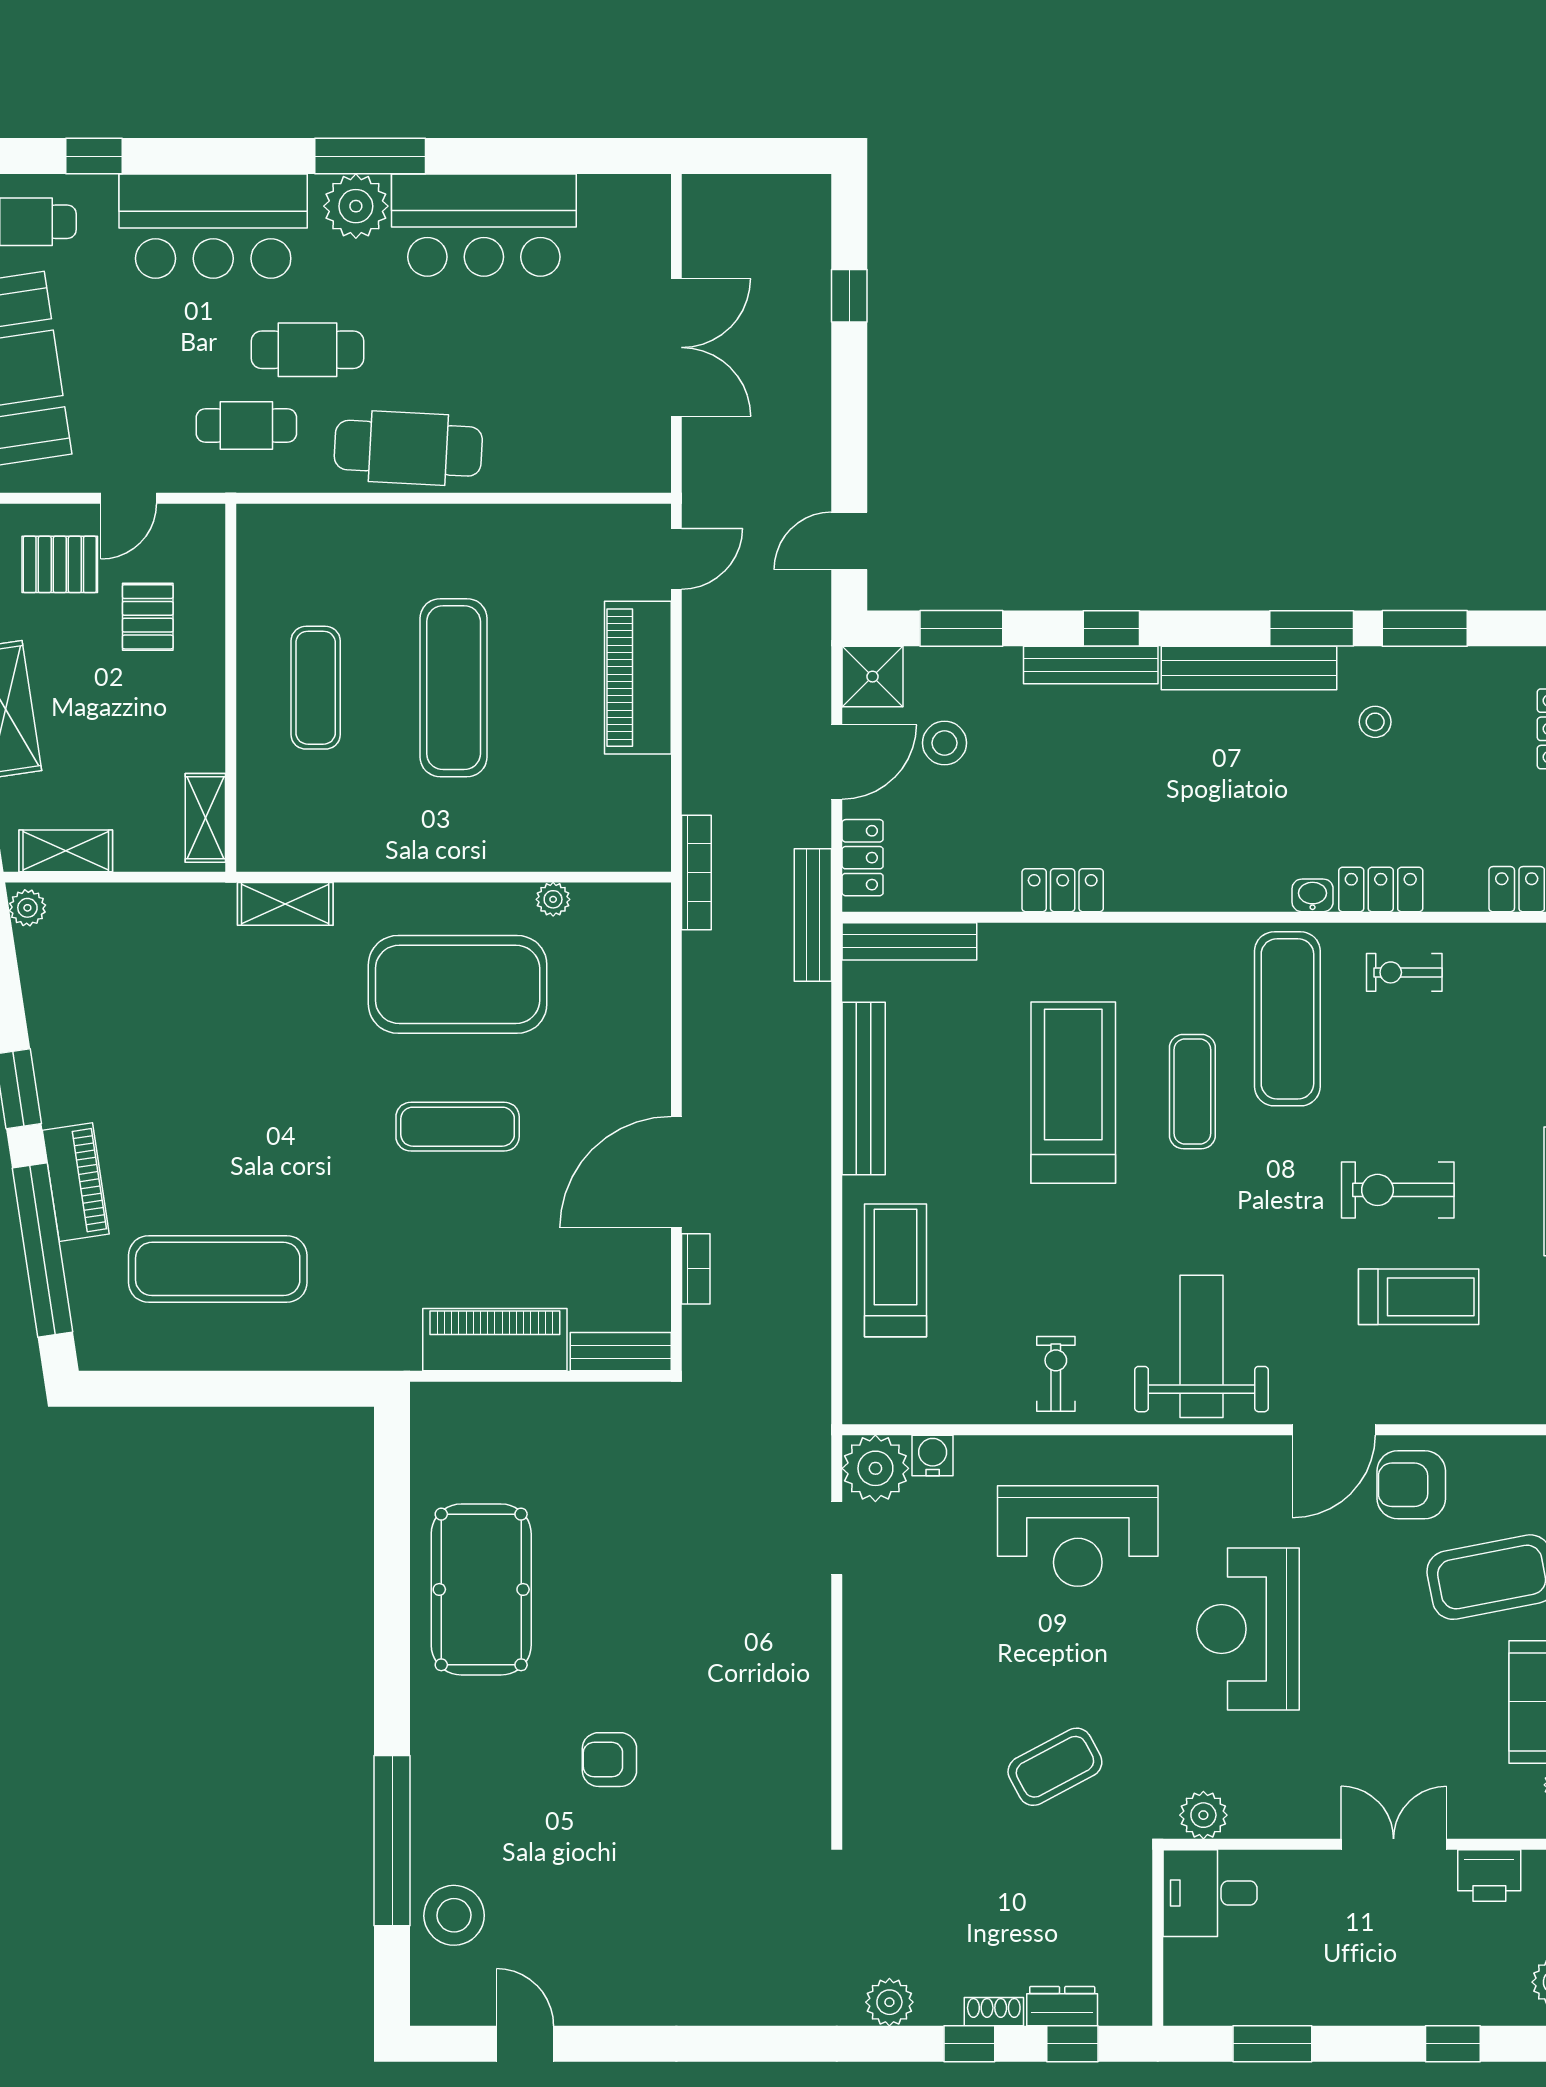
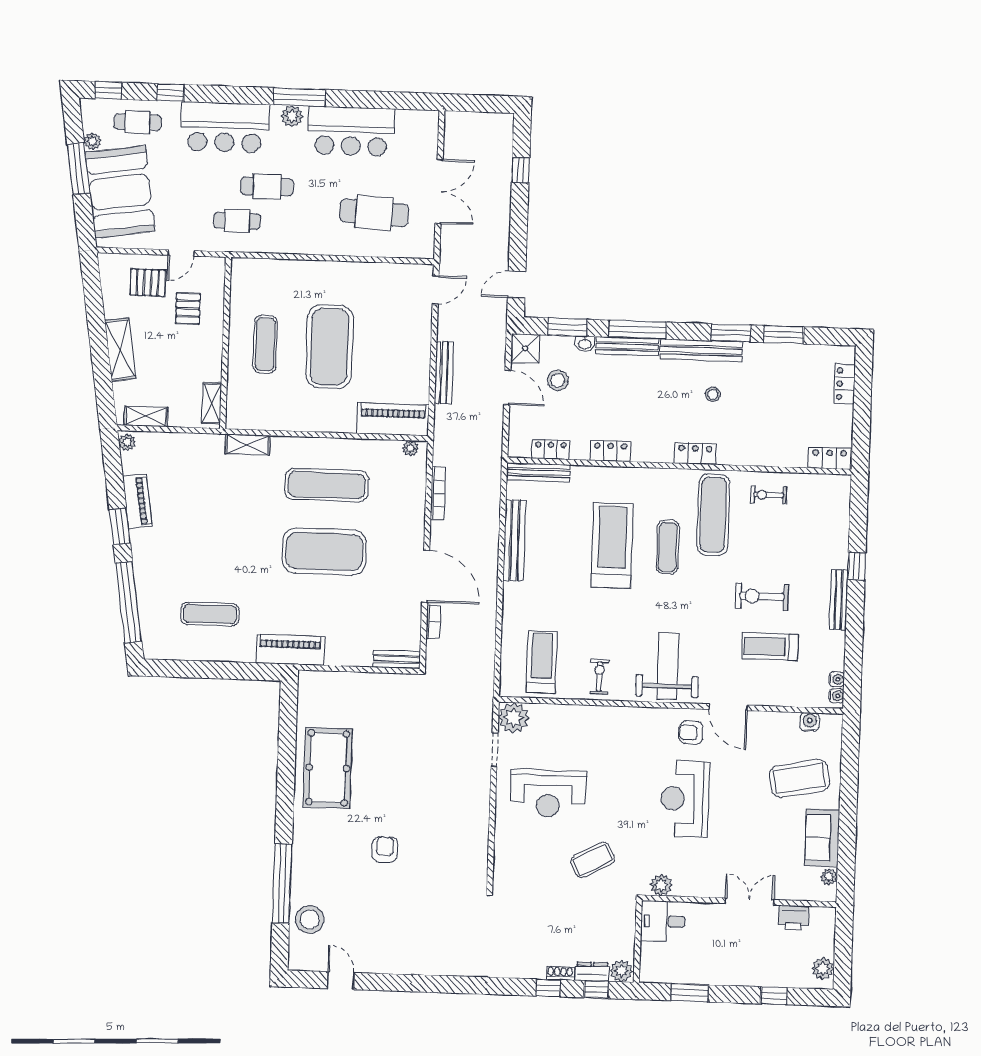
plant: (356, 206) -> (292, 116), width x0.73, depth x0.73
cafe table: (408, 448) -> (374, 213), moved
window: (1111, 628) -> (637, 330), width x2.17
piano: (638, 678) -> (393, 419), moved, turned 90
exercise mat: (454, 688) -> (330, 347), width x1.47
stool: (1375, 722) -> (713, 394), moved
door: (837, 762) -> (507, 387), hinge flipped
locker: (863, 858) -> (551, 450), moved, turned -90
bookcase: (696, 872) -> (438, 494), moved
locker: (1381, 890) -> (695, 454), moved
washbasin: (1313, 895) -> (585, 344), moved, turned 180
plant: (553, 899) -> (410, 448), moved
bench: (813, 915) -> (444, 373), moved
exercise mat: (458, 984) -> (327, 485), width x0.68
exercise mat: (458, 1127) -> (324, 552), width x2.00, depth x1.45
door: (676, 1172) -> (426, 576), swing flipped
piano: (76, 1182) -> (137, 501), moved
exercise mat: (218, 1269) -> (210, 614), width x0.73, depth x0.69
treadmill: (895, 1270) -> (542, 662), moved
treadmill: (1419, 1297) -> (770, 647), turned 180
piano: (495, 1340) -> (290, 650), moved
door: (1334, 1430) -> (728, 707), hinge flipped
water cooler: (933, 1455) -> (810, 722), moved
armchair: (1411, 1485) -> (691, 733), moved, width x0.72, depth x0.72
reception desk: (1078, 1536) -> (548, 793), moved
armchair: (609, 1760) -> (385, 849), turned 90
plant: (889, 2002) -> (621, 971), moved

